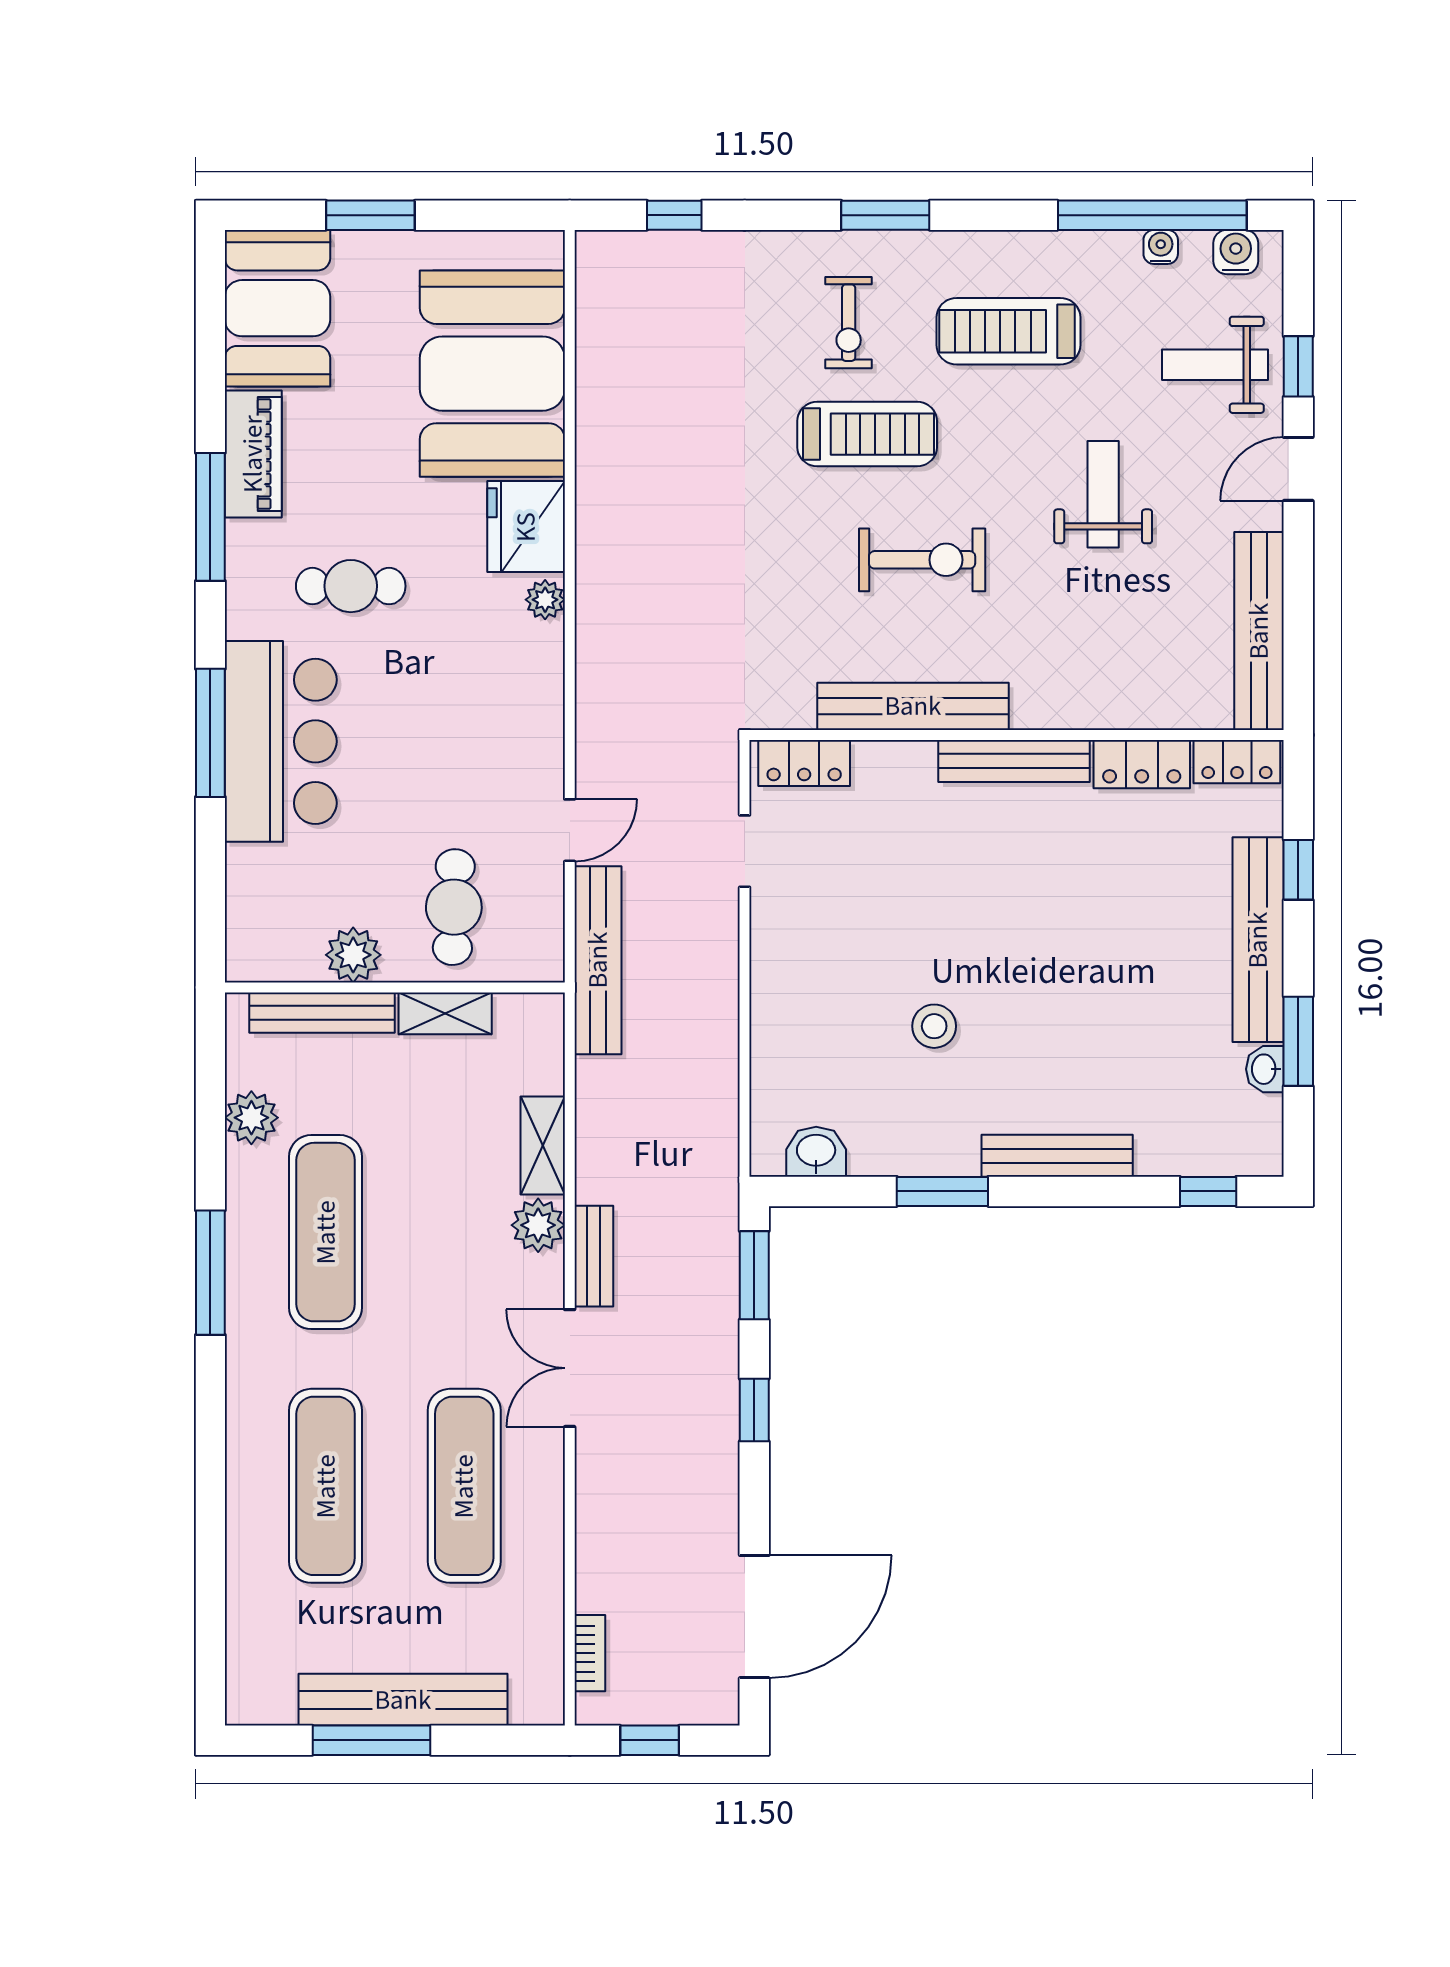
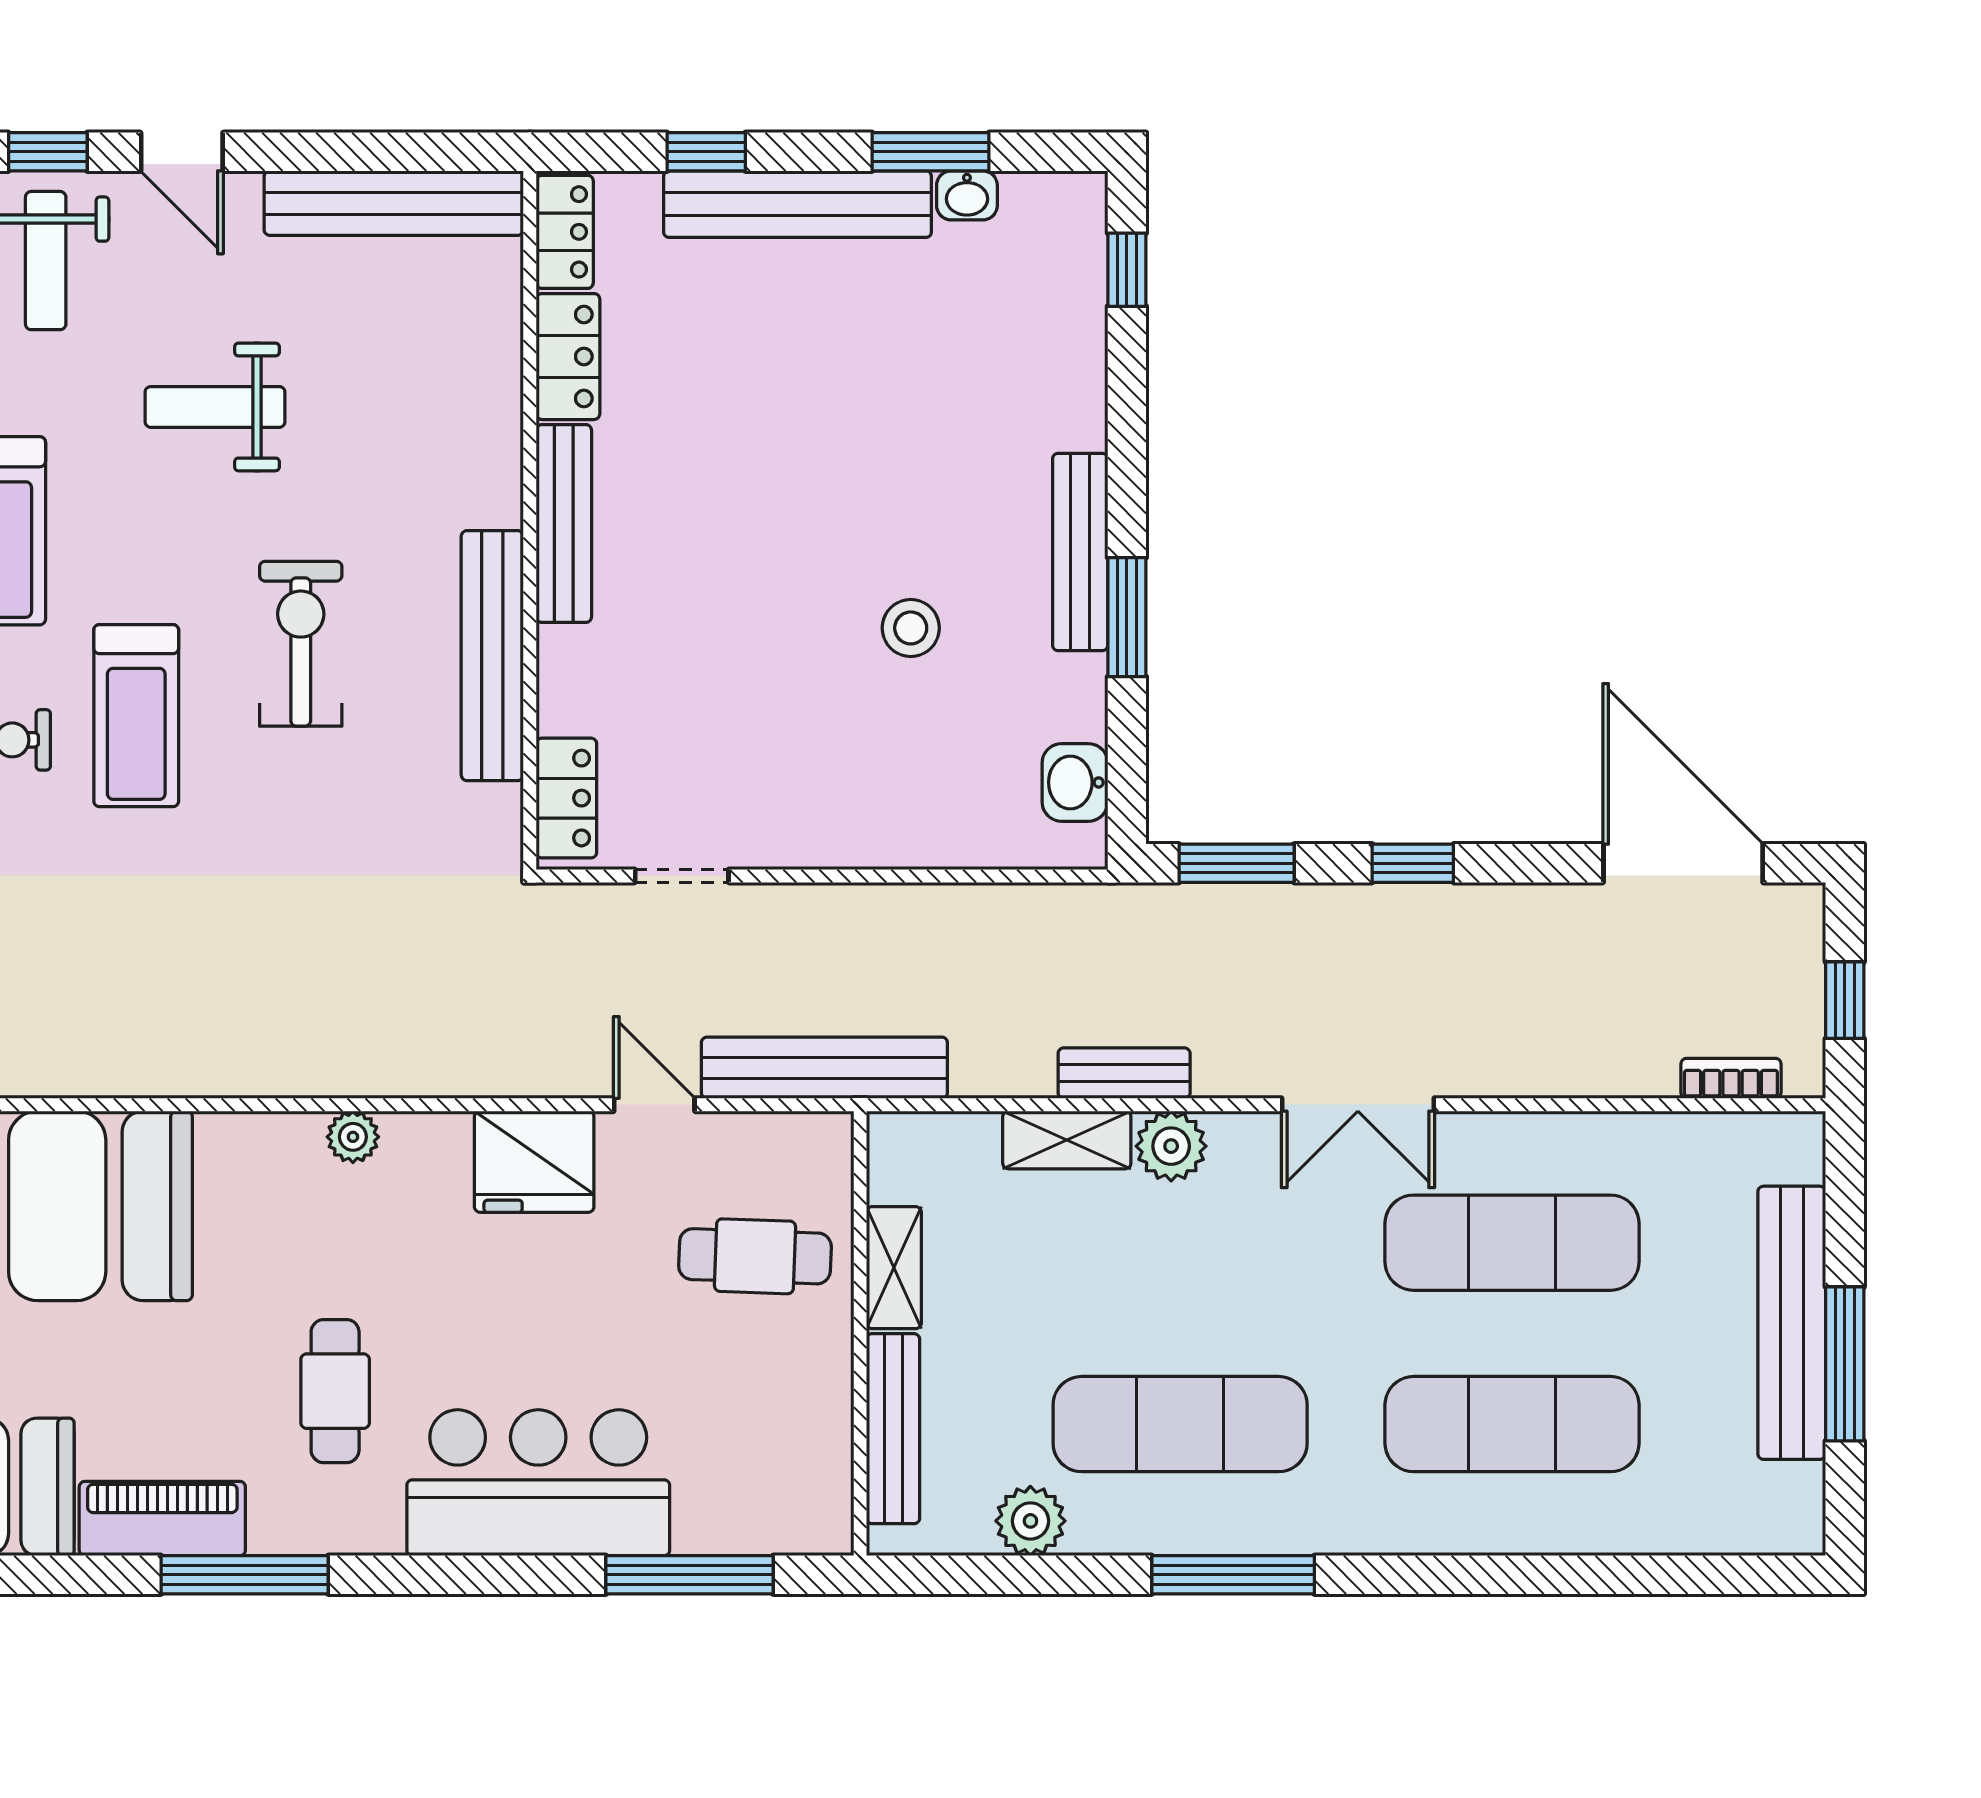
treadmill: (867, 434) -> (136, 716), turned 180
fridge: (526, 527) -> (534, 1162), moved
window: (210, 733) -> (689, 1575), moved
plant: (353, 955) -> (818, 1388), removed
bench: (1057, 1156) -> (1080, 552), moved
bench: (594, 1256) -> (1124, 1073), moved

